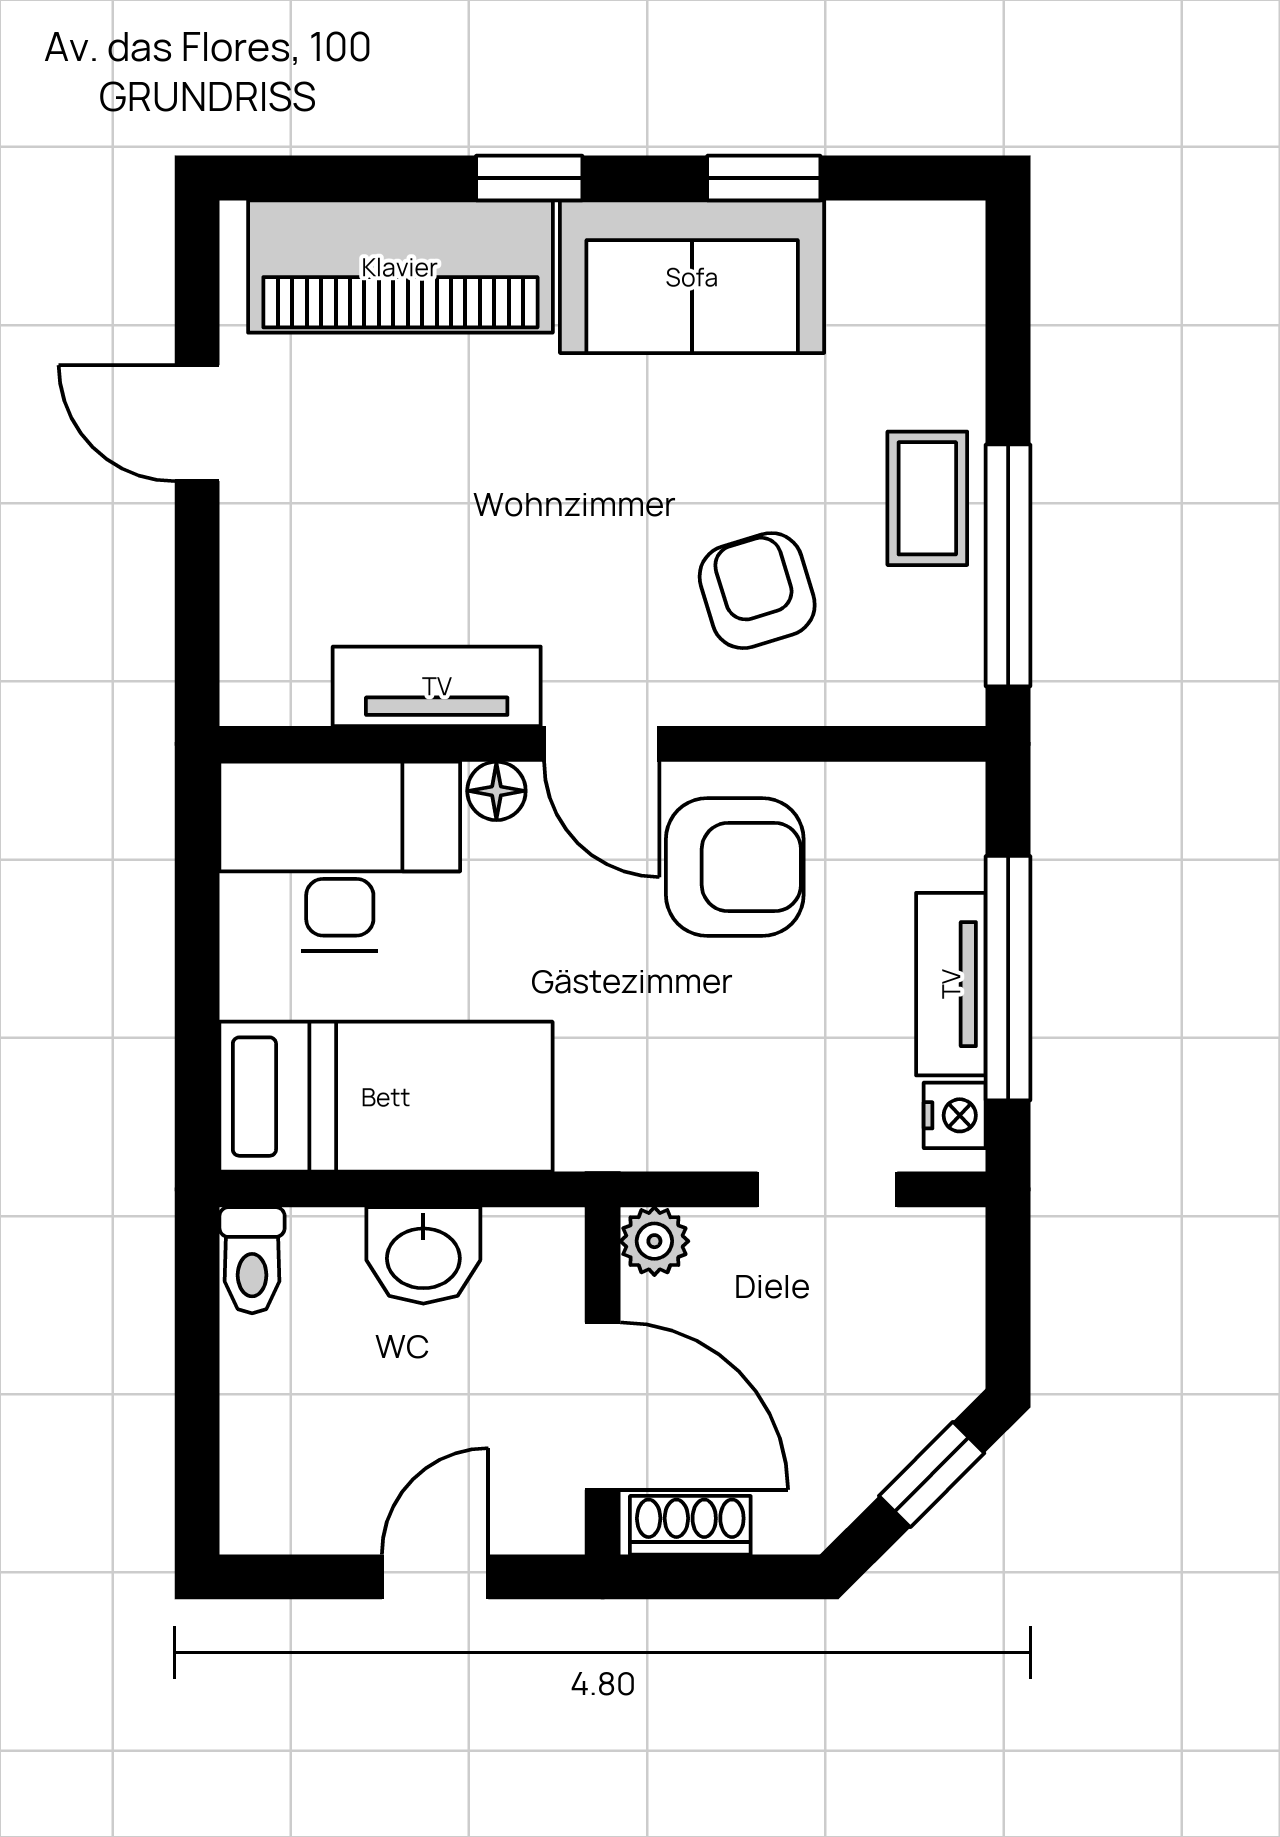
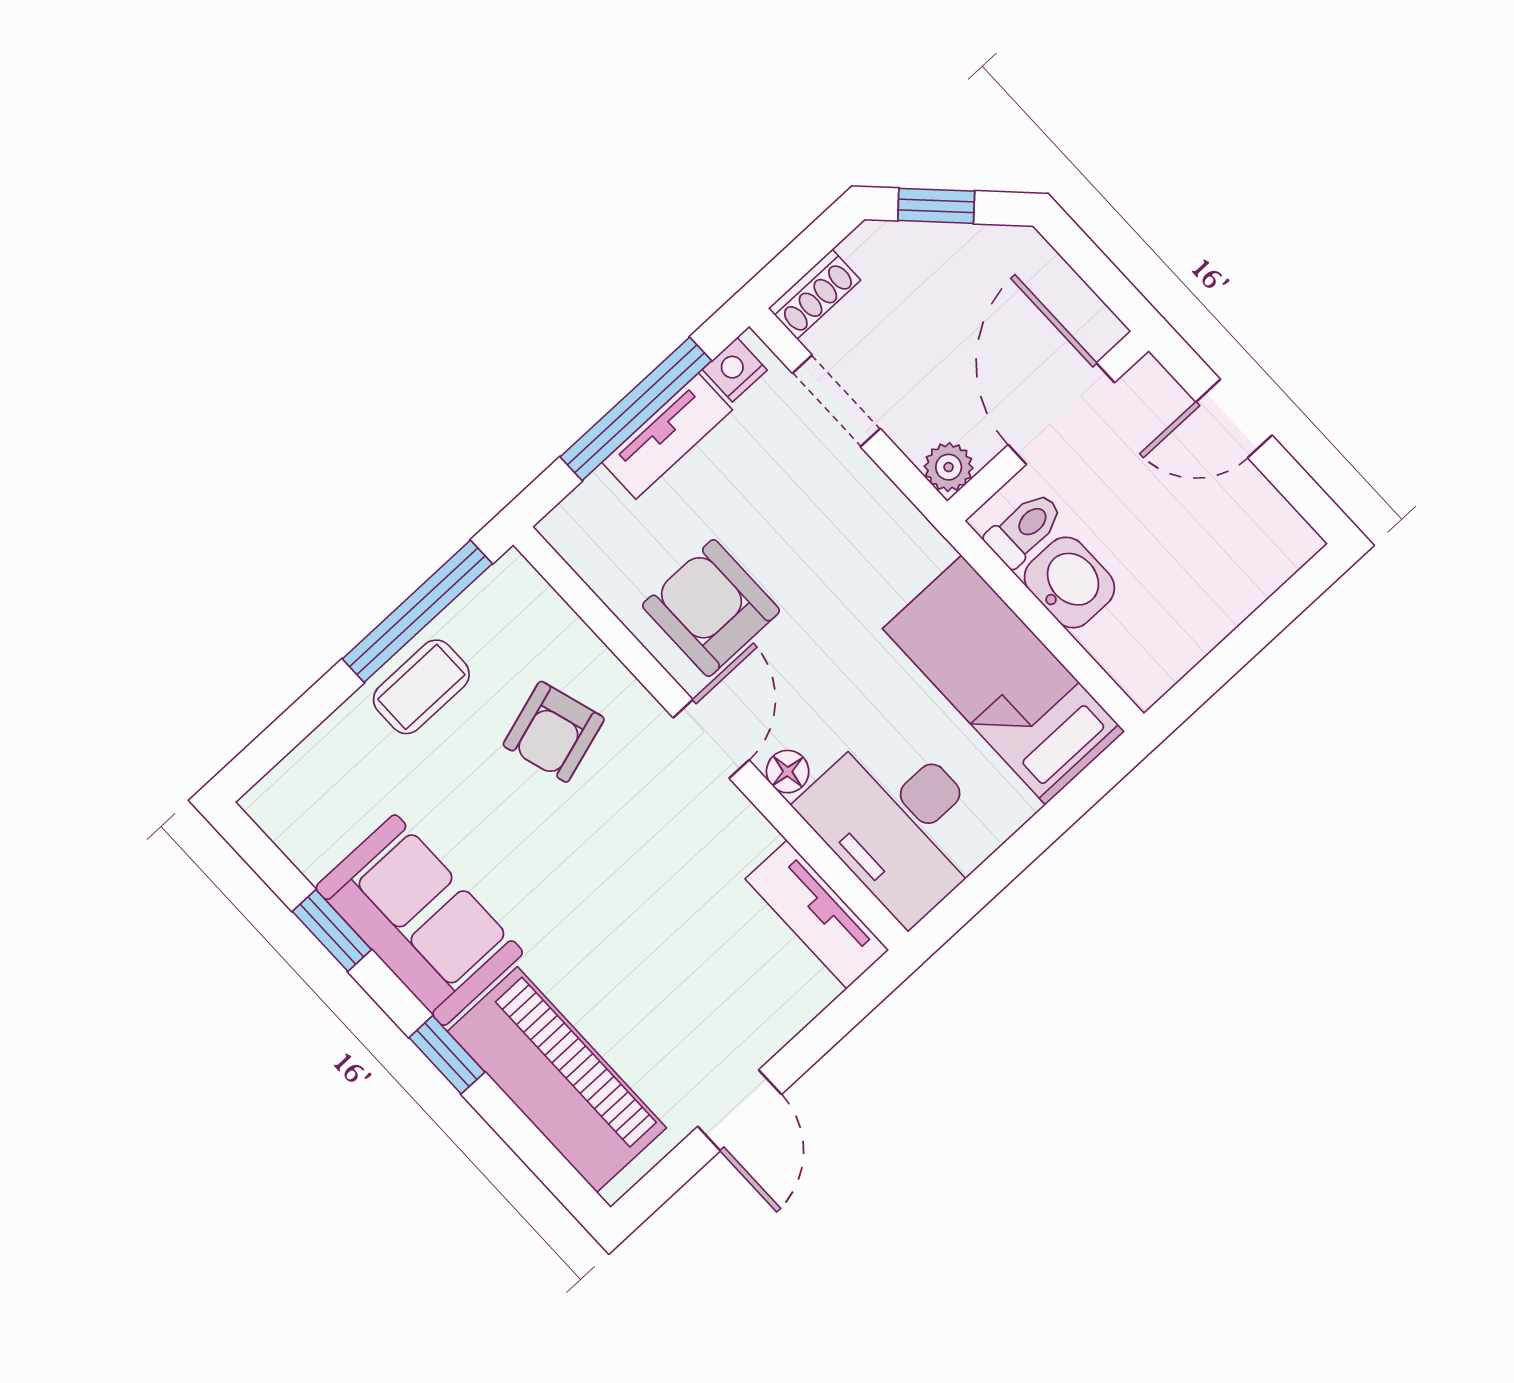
tv unit: (437, 686) -> (817, 914), moved
toilet: (252, 1260) -> (1025, 529), moved
shoe rack: (690, 1525) -> (814, 294), moved, turned -90

